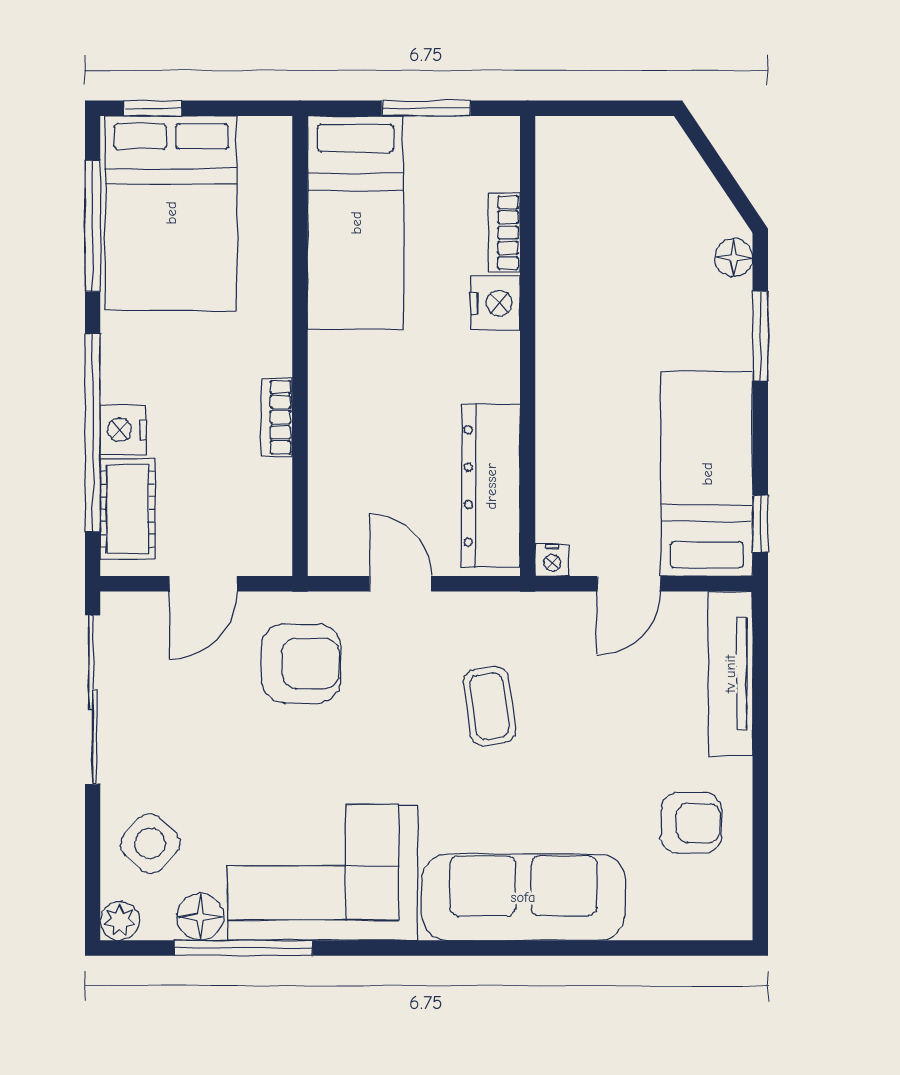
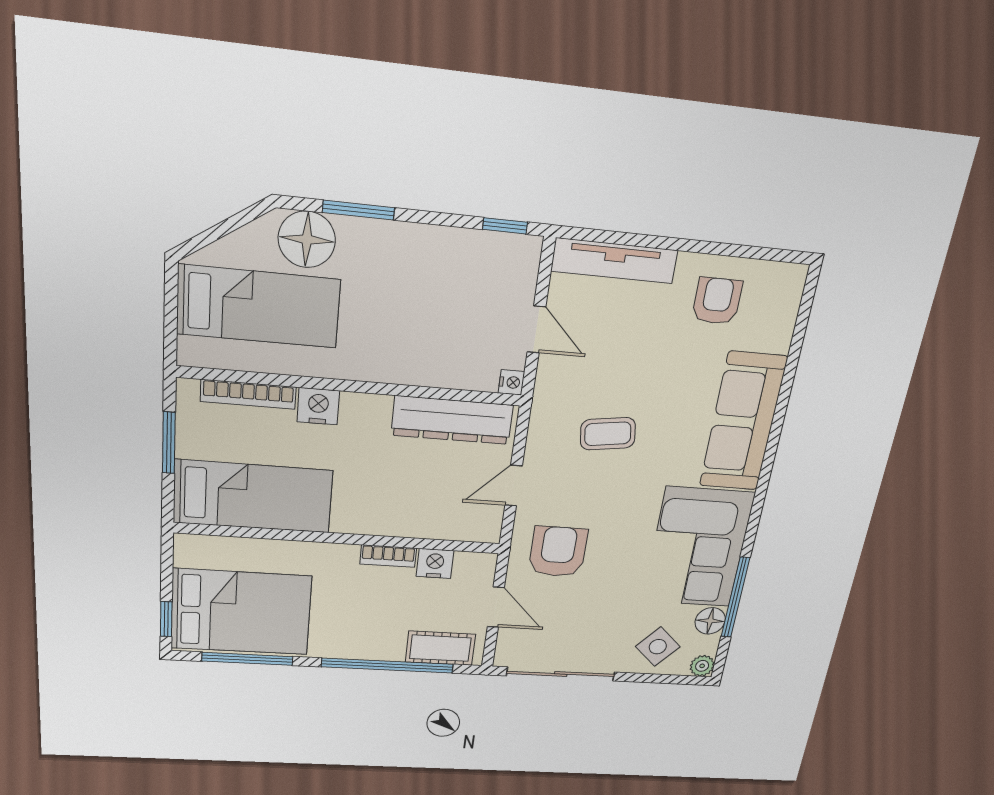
bookcase: (504, 233) -> (248, 394), width x1.56
floor lamp: (734, 258) -> (307, 239), width x1.89, depth x1.89
nightstand: (123, 430) -> (435, 563), moved, turned 180
bed: (707, 474) -> (258, 307), moved, turned 180

